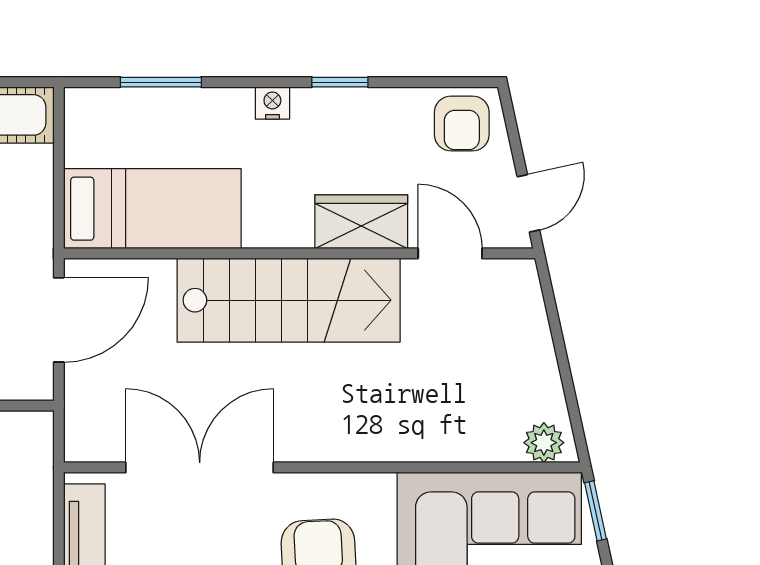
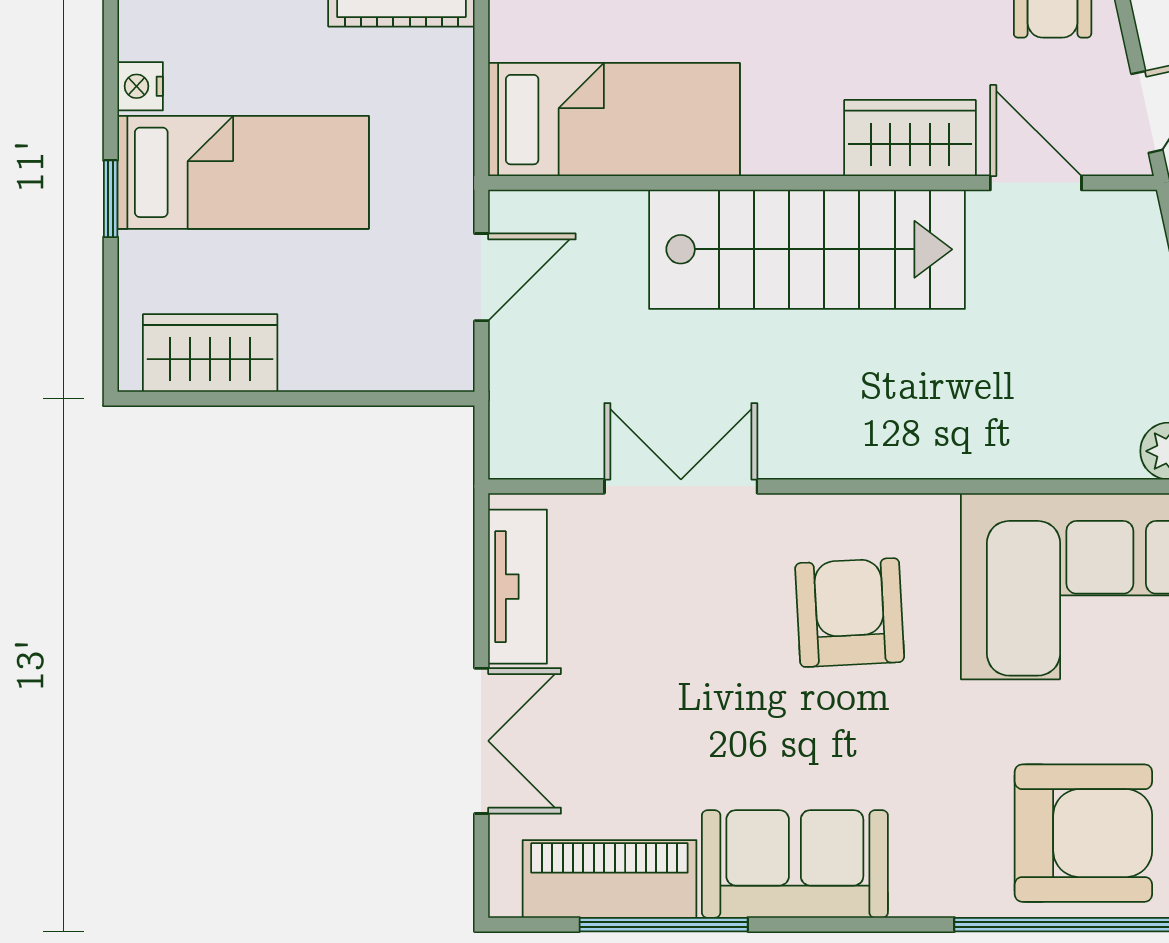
door: (59, 320) -> (481, 277), width x0.73
double door: (200, 467) -> (681, 486), width x0.73

